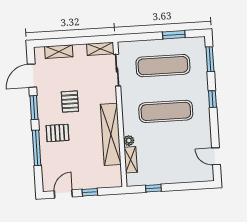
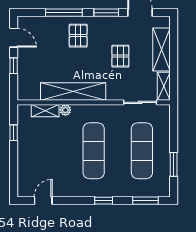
shelving: (59, 52) -> (161, 49), width x1.50, depth x1.33
pallet: (70, 102) -> (120, 56), moved, turned 90

